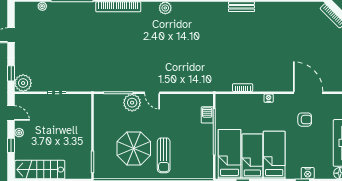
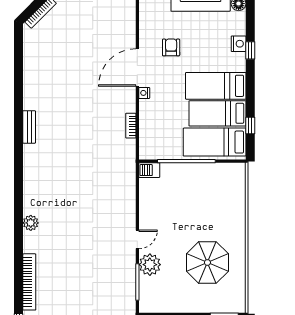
door: (308, 93) -> (137, 68), moved
barbecue: (207, 115) -> (149, 170), moved
sun lounger: (164, 155) -> (216, 225), removed

